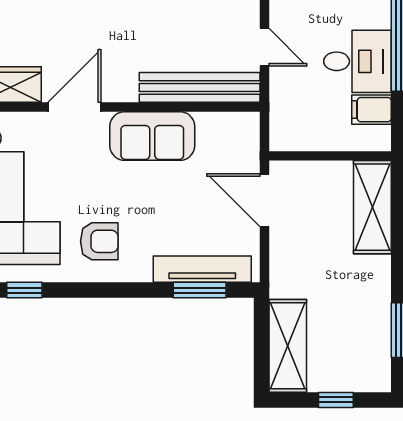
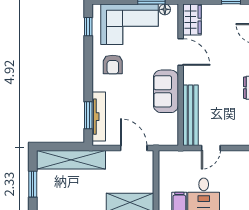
door: (264, 200) -> (134, 148), hinge flipped
shelving: (288, 346) -> (71, 160), width x1.47
window: (336, 400) -> (33, 184), width x1.50

